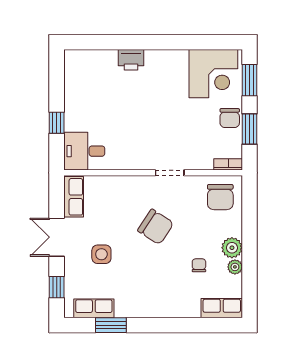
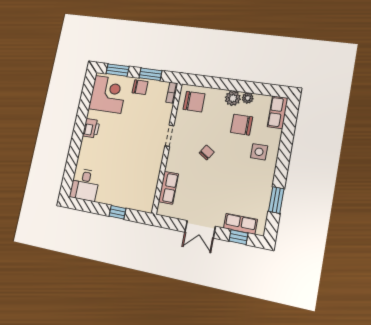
printer: (131, 60) -> (91, 128), moved
desk: (84, 151) -> (85, 185), moved
row of seats: (74, 197) -> (168, 188), moved, turned 90
chair: (156, 227) -> (207, 152), width x0.54, depth x0.54
side table: (101, 254) -> (259, 152), moved
chair: (199, 265) -> (242, 125), width x1.87, depth x1.87
row of seats: (94, 308) -> (240, 224), moved, turned 90

